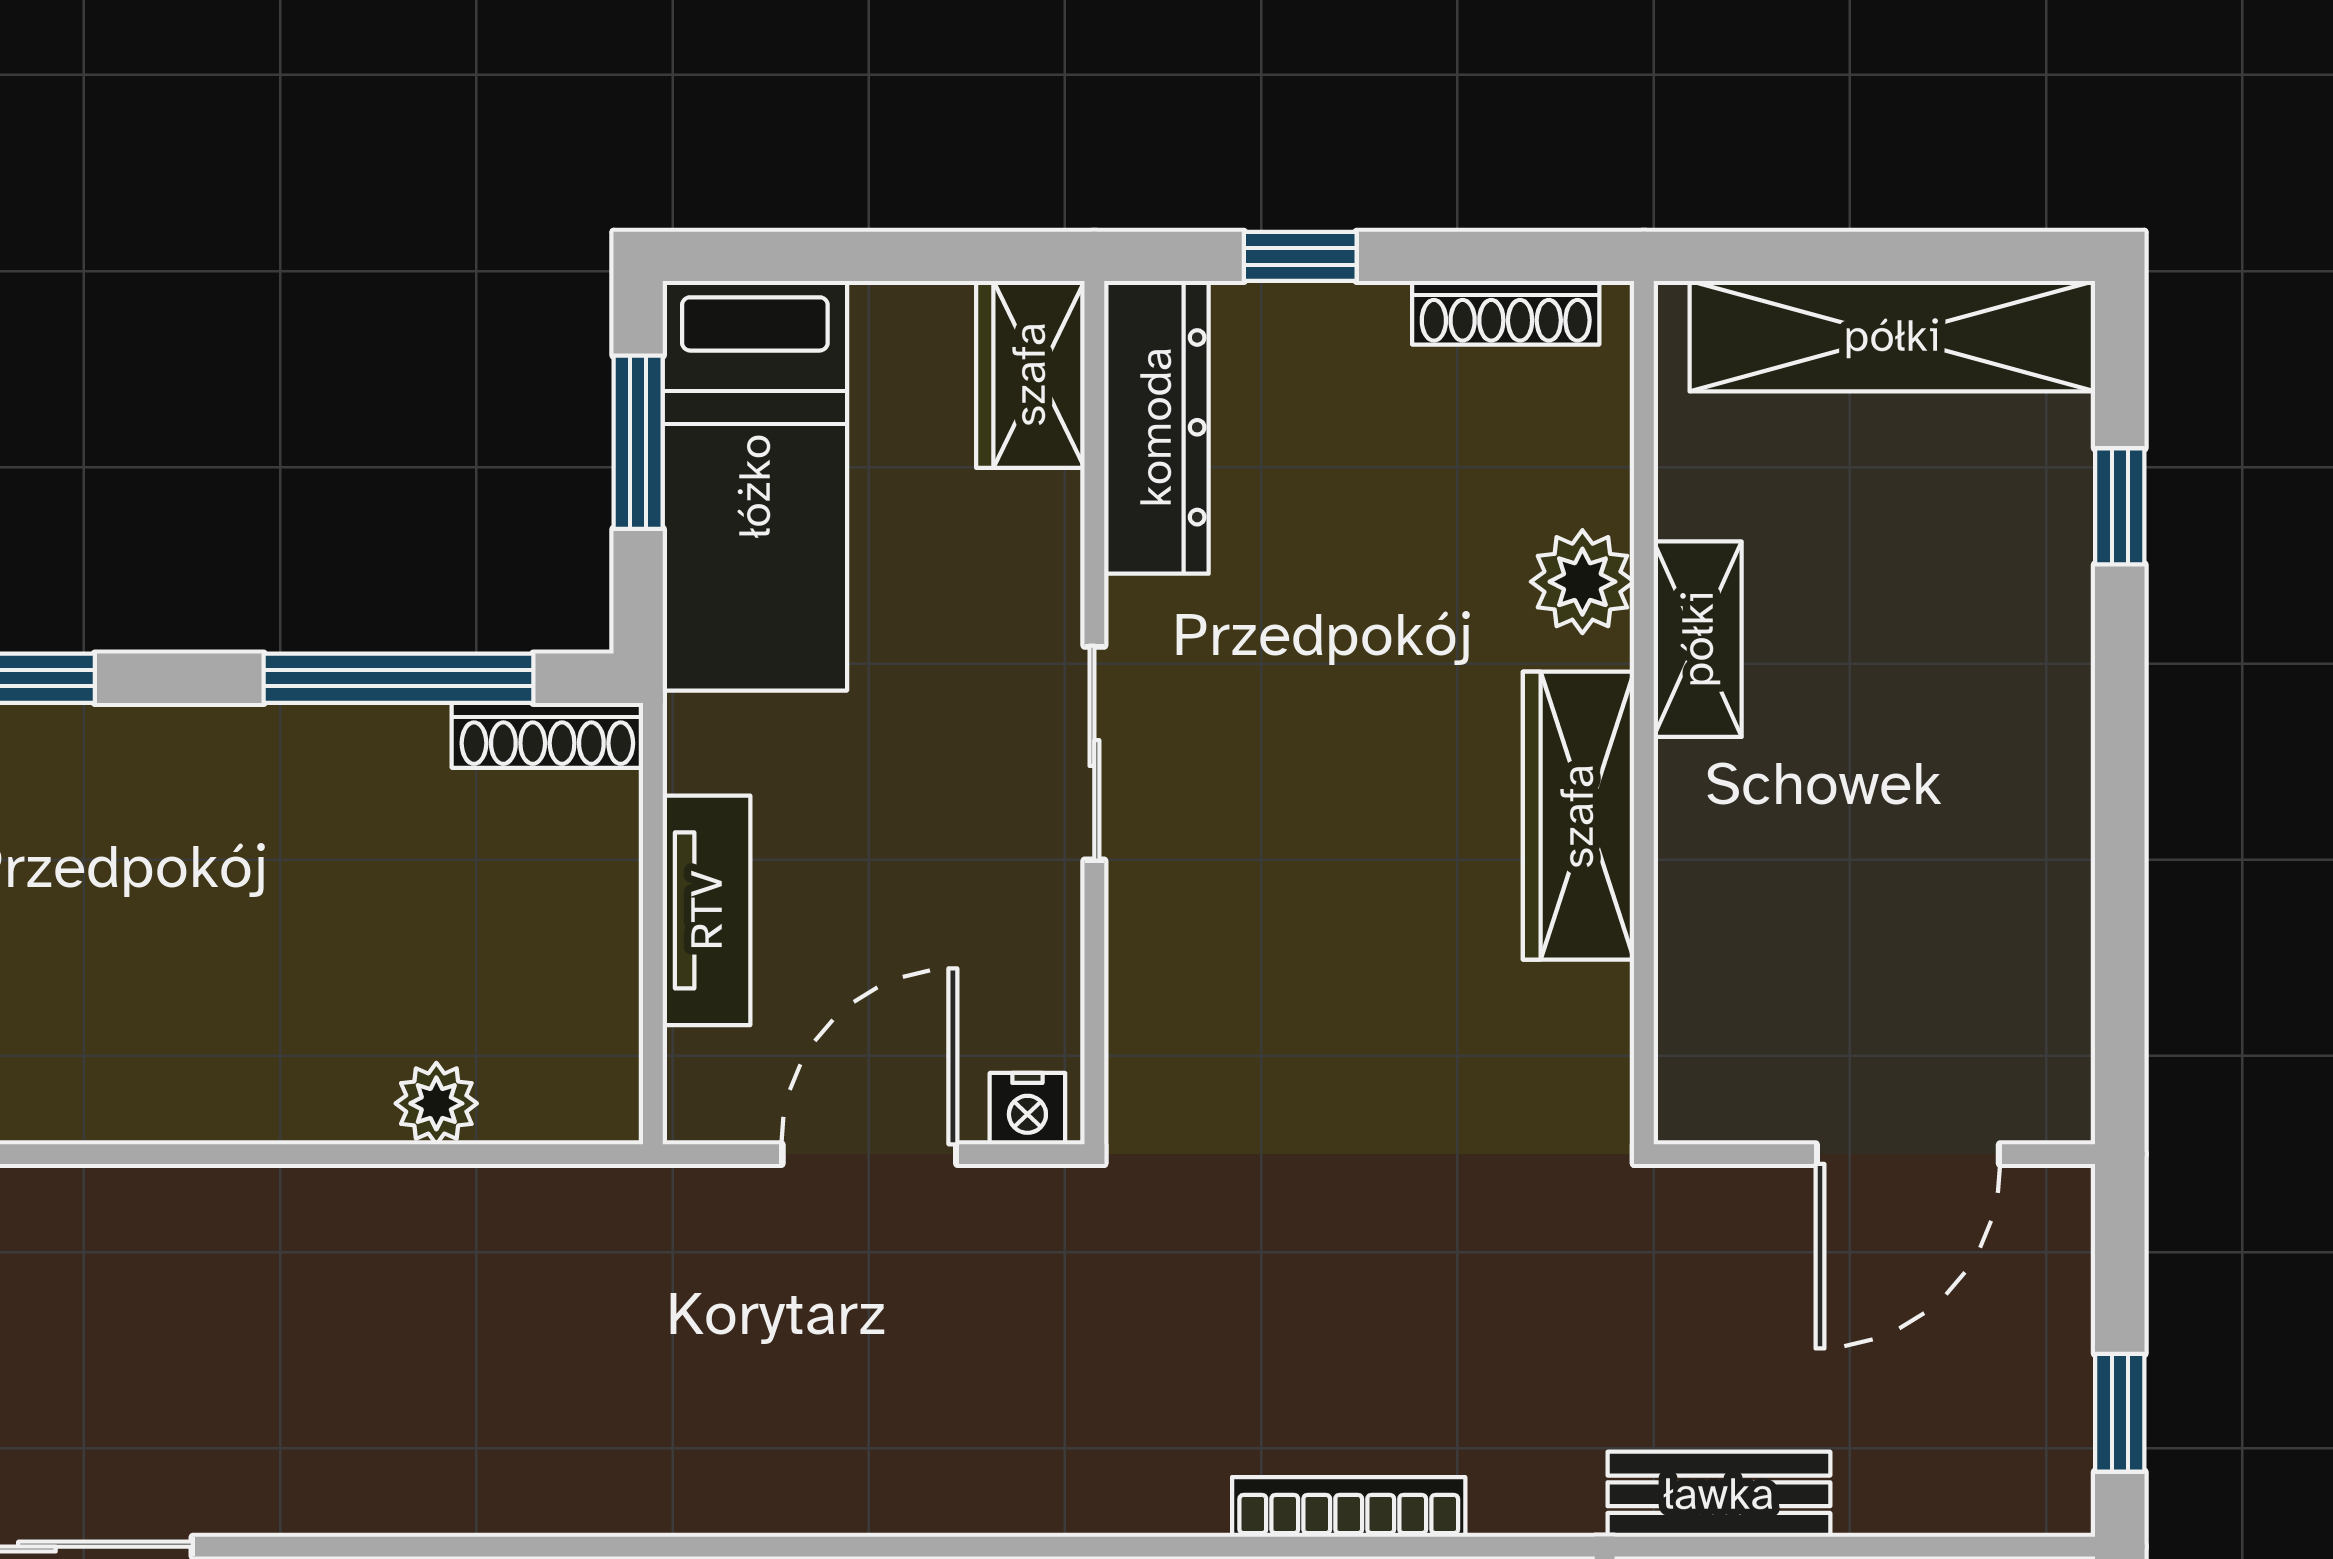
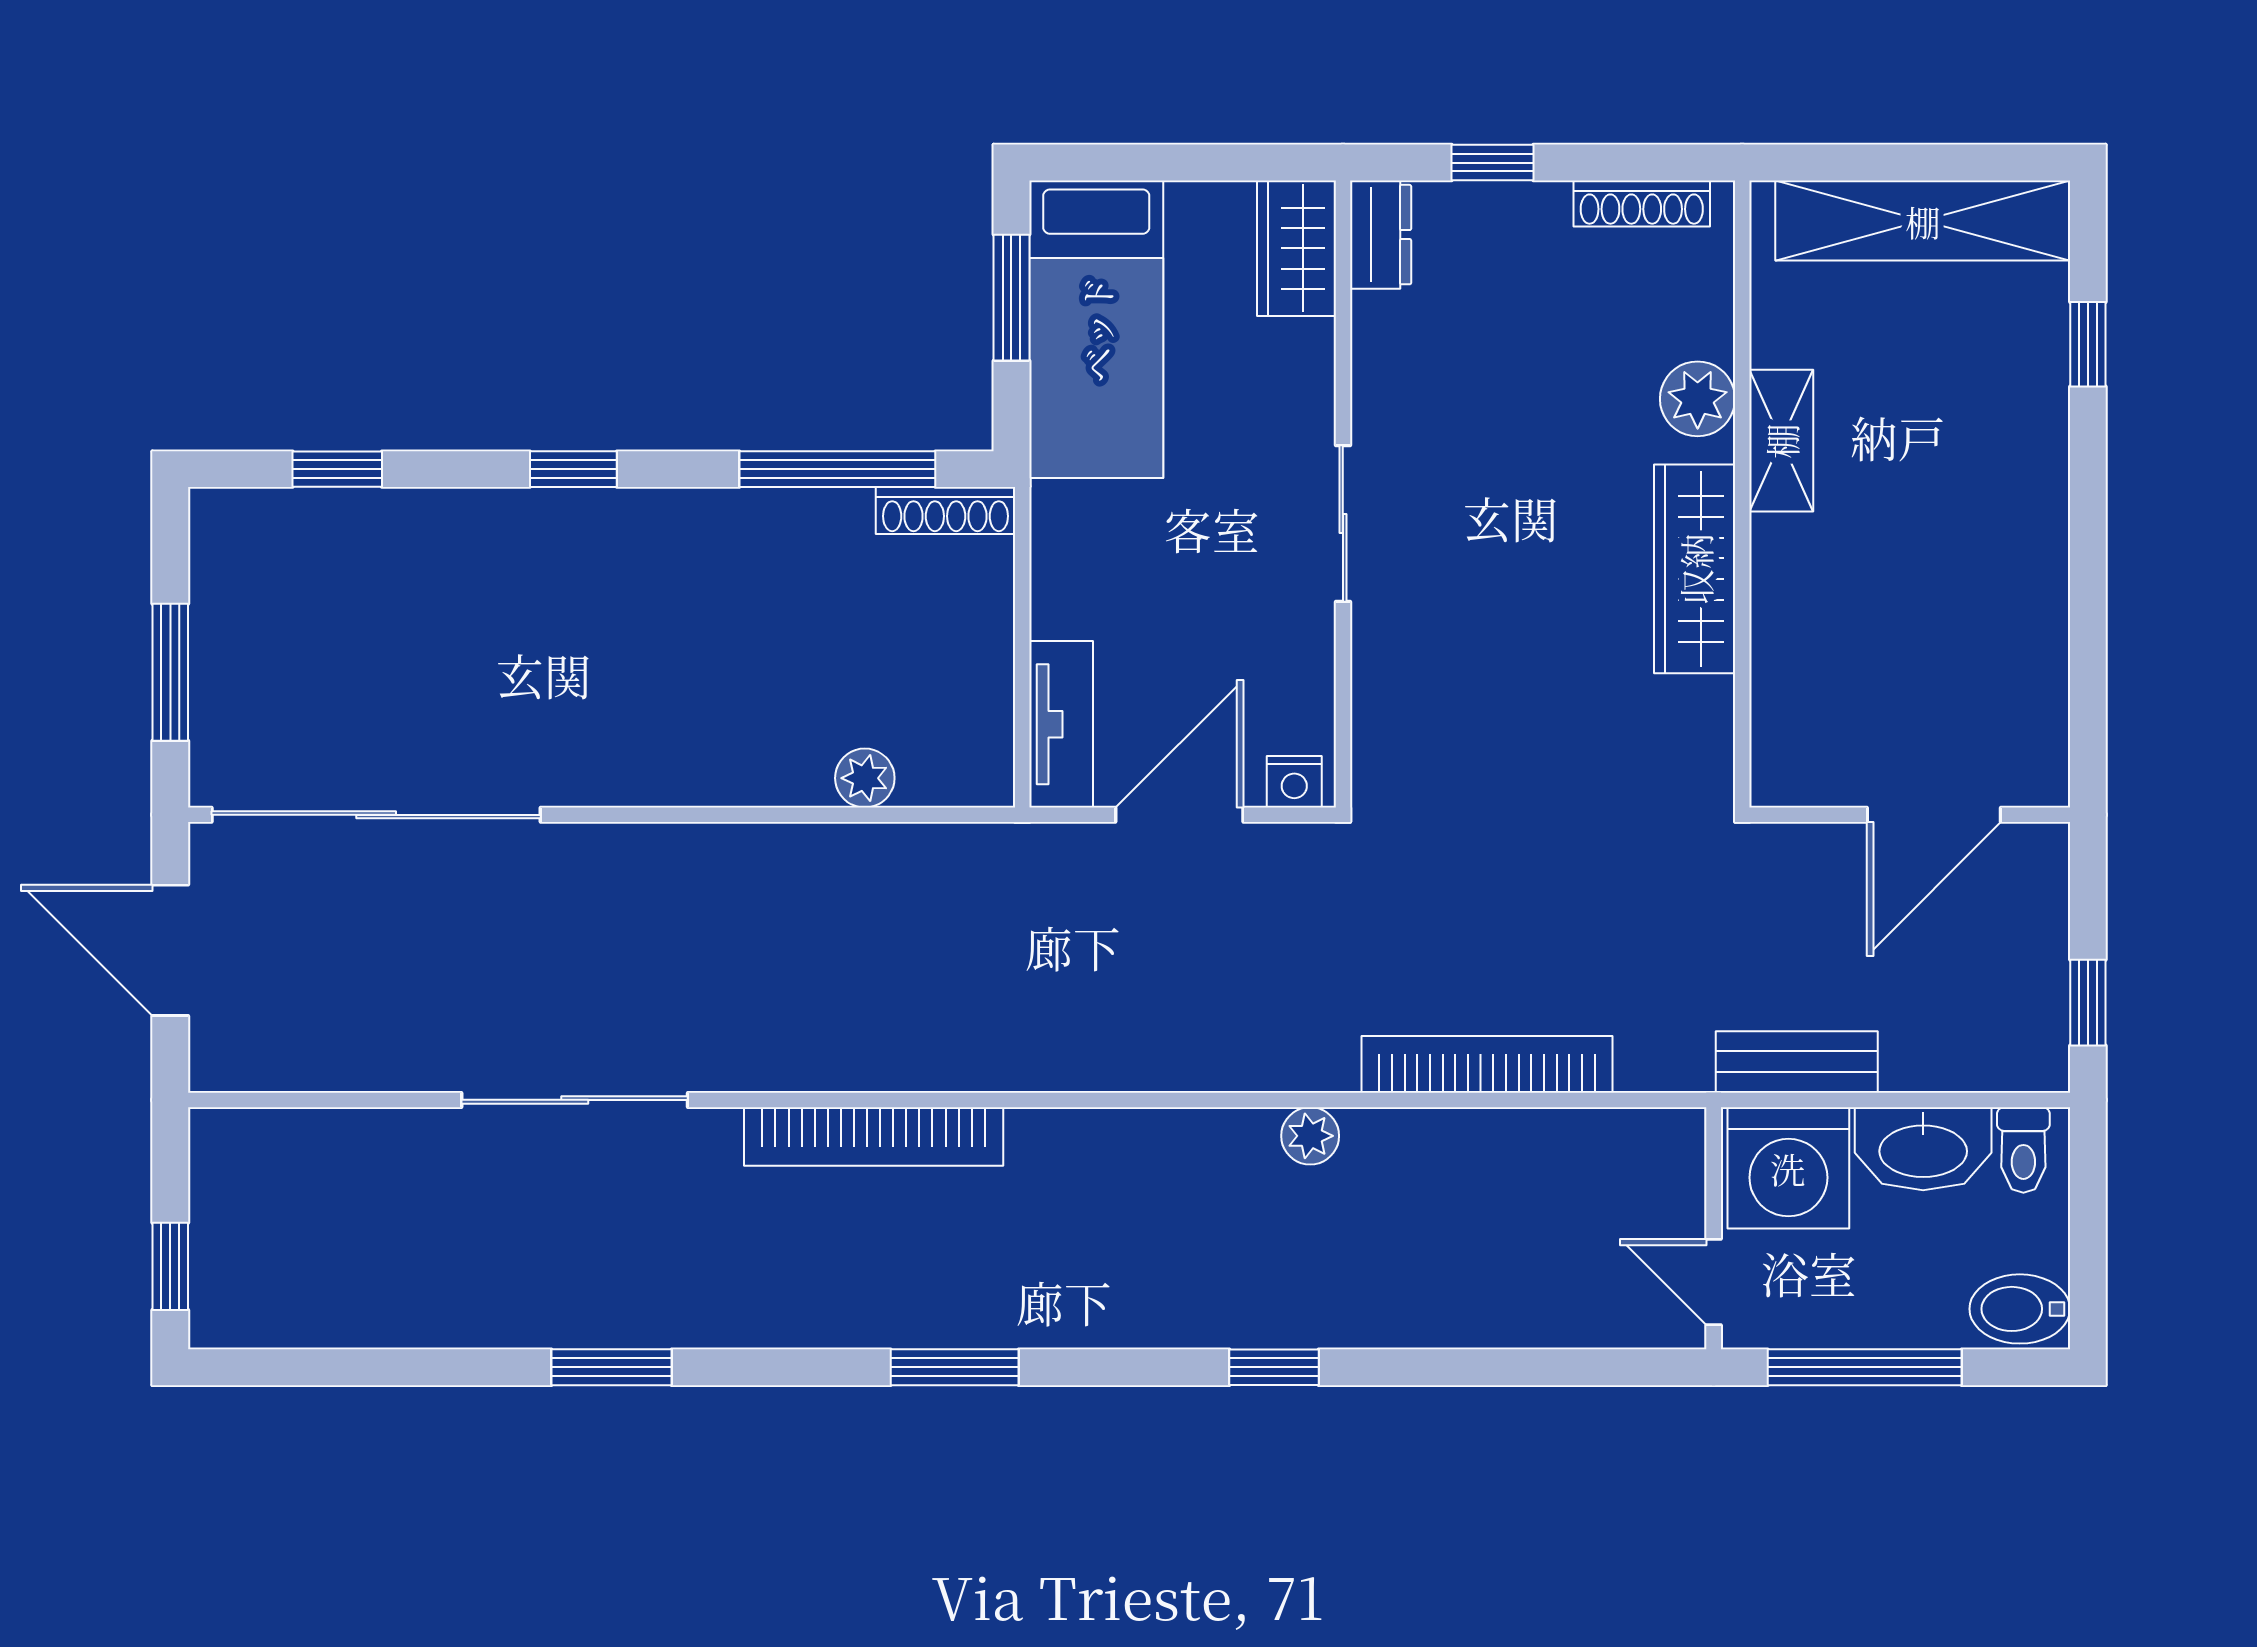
dresser: (1156, 427) -> (1381, 235), width x0.51, depth x0.80
tv unit: (707, 910) -> (1061, 724), moved
bookcase: (1349, 1507) -> (1487, 1064), width x1.48, depth x1.31

